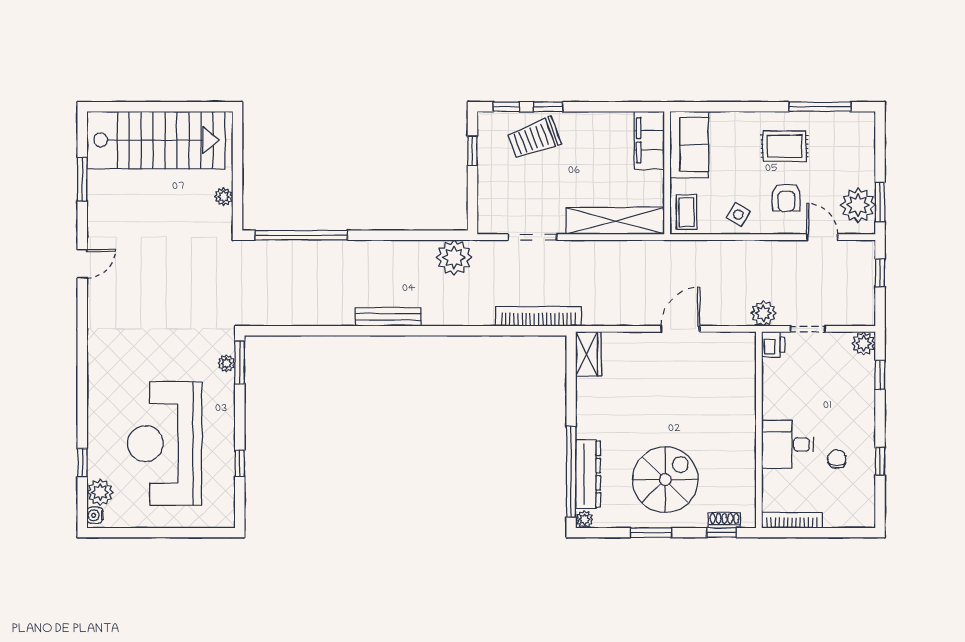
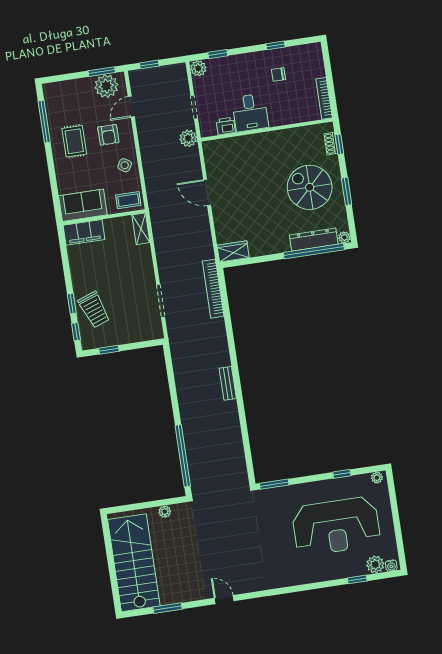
armchair: (786, 197) -> (108, 135), turned 90
shelving: (615, 221) -> (141, 229), width x0.45, depth x0.75
plant: (454, 257) -> (182, 351), removed
bench: (388, 317) -> (228, 383), width x0.73
printer: (773, 344) -> (226, 126), moved
plant: (227, 363) -> (377, 478), moved
desk: (788, 445) -> (250, 113), moved

